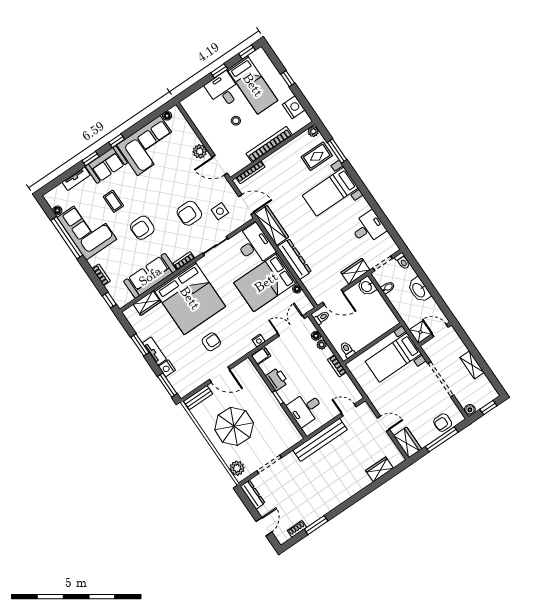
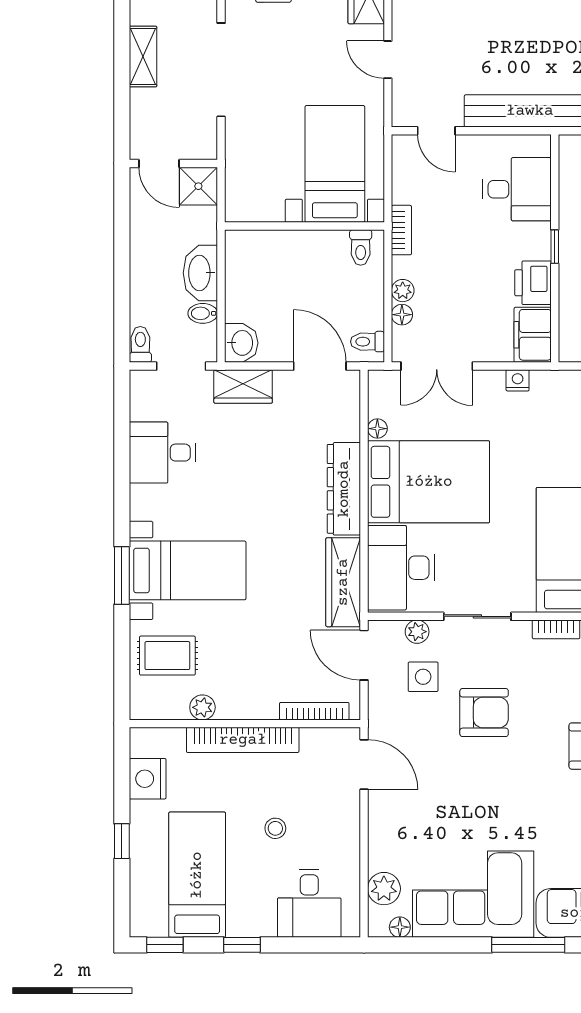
desk: (223, 90) -> (309, 903), moved
plant: (313, 131) -> (202, 707), moved
window: (117, 141) -> (528, 945), width x2.17
plant: (200, 151) -> (384, 889), moved
window: (337, 151) -> (122, 575), moved
plant: (233, 226) -> (417, 632), added
washbasin: (419, 290) -> (200, 273), moved, turned 180
filing cabinet: (261, 356) -> (533, 335), width x2.00
bed with nightstands: (393, 357) -> (335, 164), moved, turned -90

